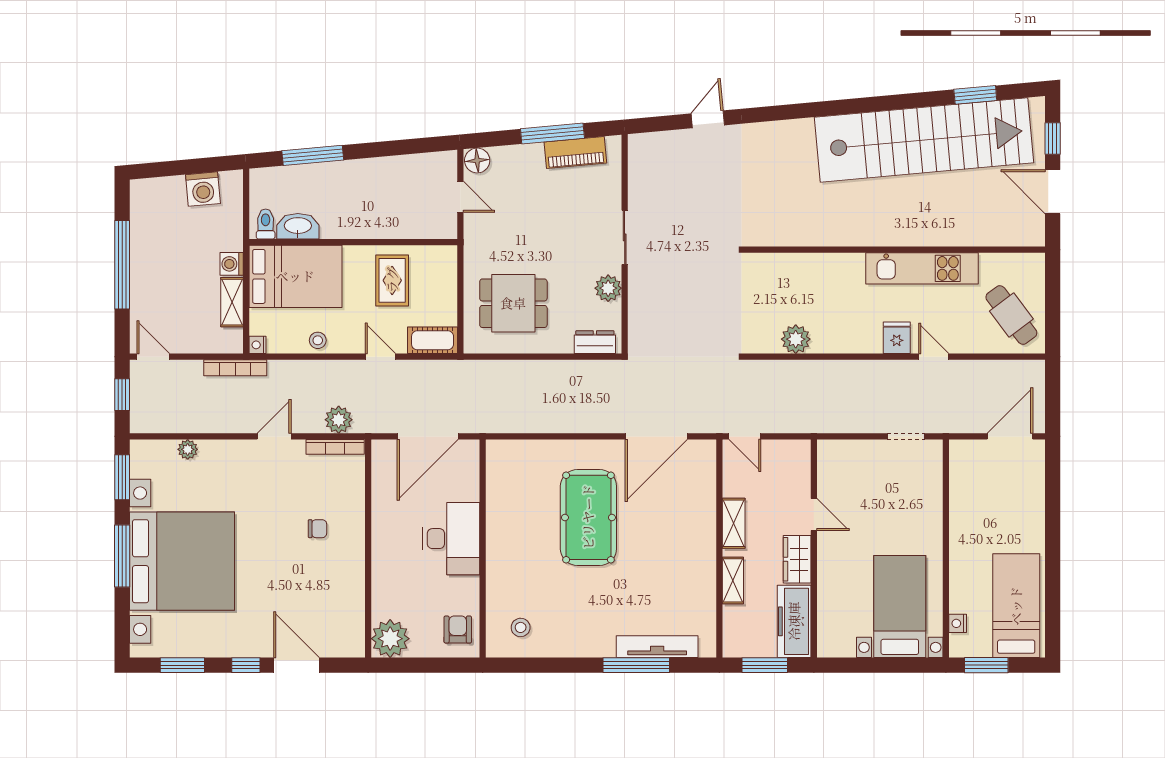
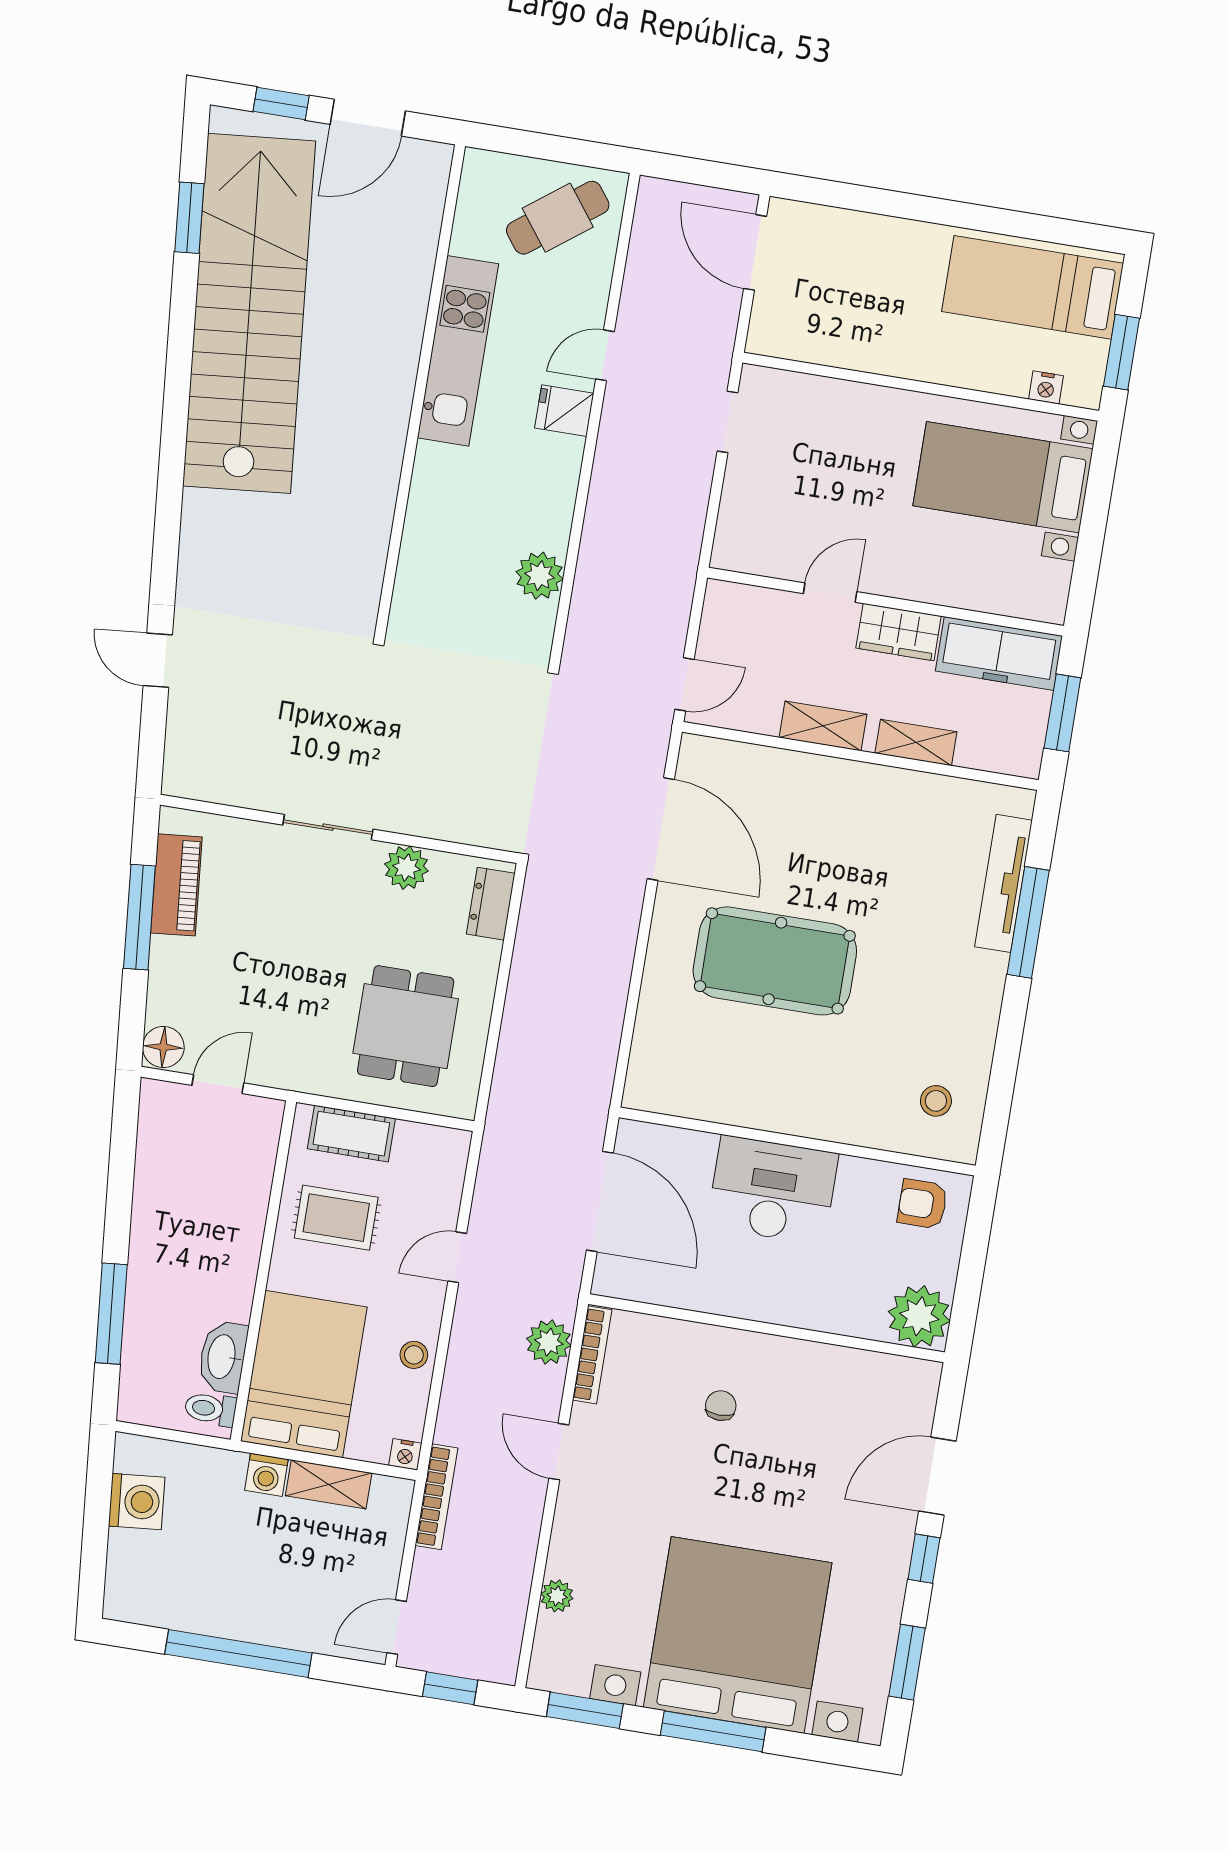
cot: (433, 340) -> (351, 1134), moved, turned 90

